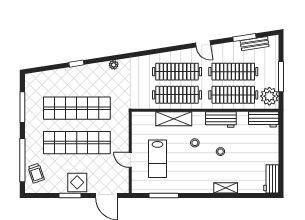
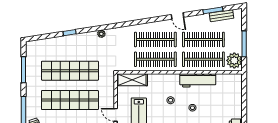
shelving: (174, 119) -> (132, 80), moved
workbench: (264, 119) -> (229, 80), removed
workbench: (221, 120) -> (198, 80), width x1.38

